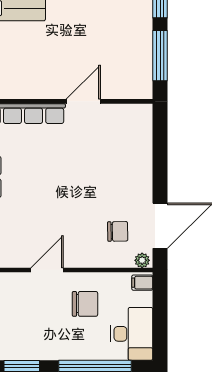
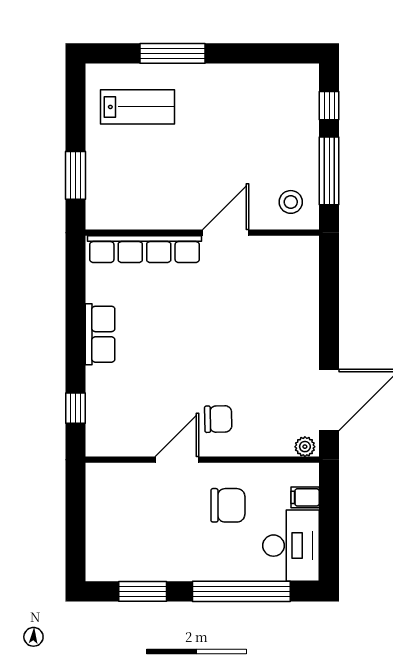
stool: (132, 79) -> (291, 202), added
chair: (118, 231) -> (218, 419), moved
filing cabinet: (142, 283) -> (305, 497), moved

